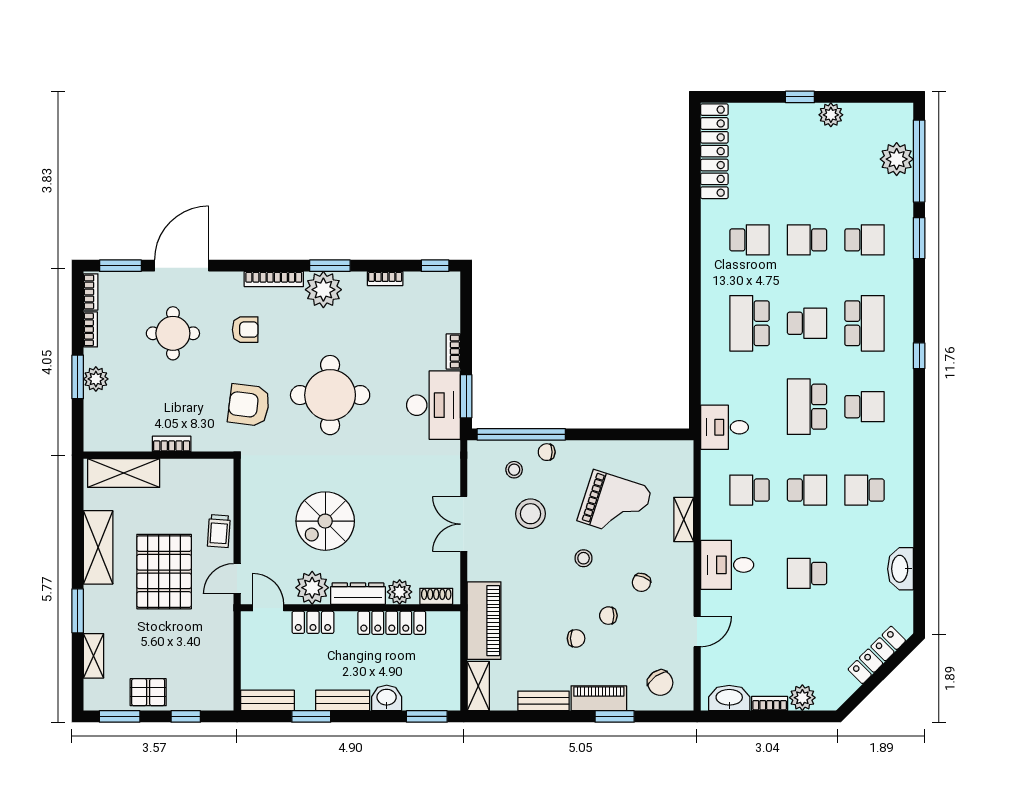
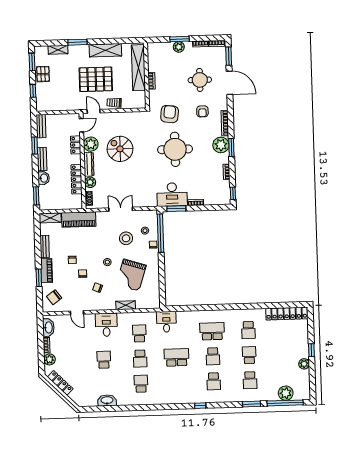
school desk: (864, 323) -> (214, 381), width x0.54
school desk: (864, 407) -> (177, 383), removed
shelving: (124, 473) -> (138, 68), width x1.47
locker: (877, 655) -> (60, 383), moved

